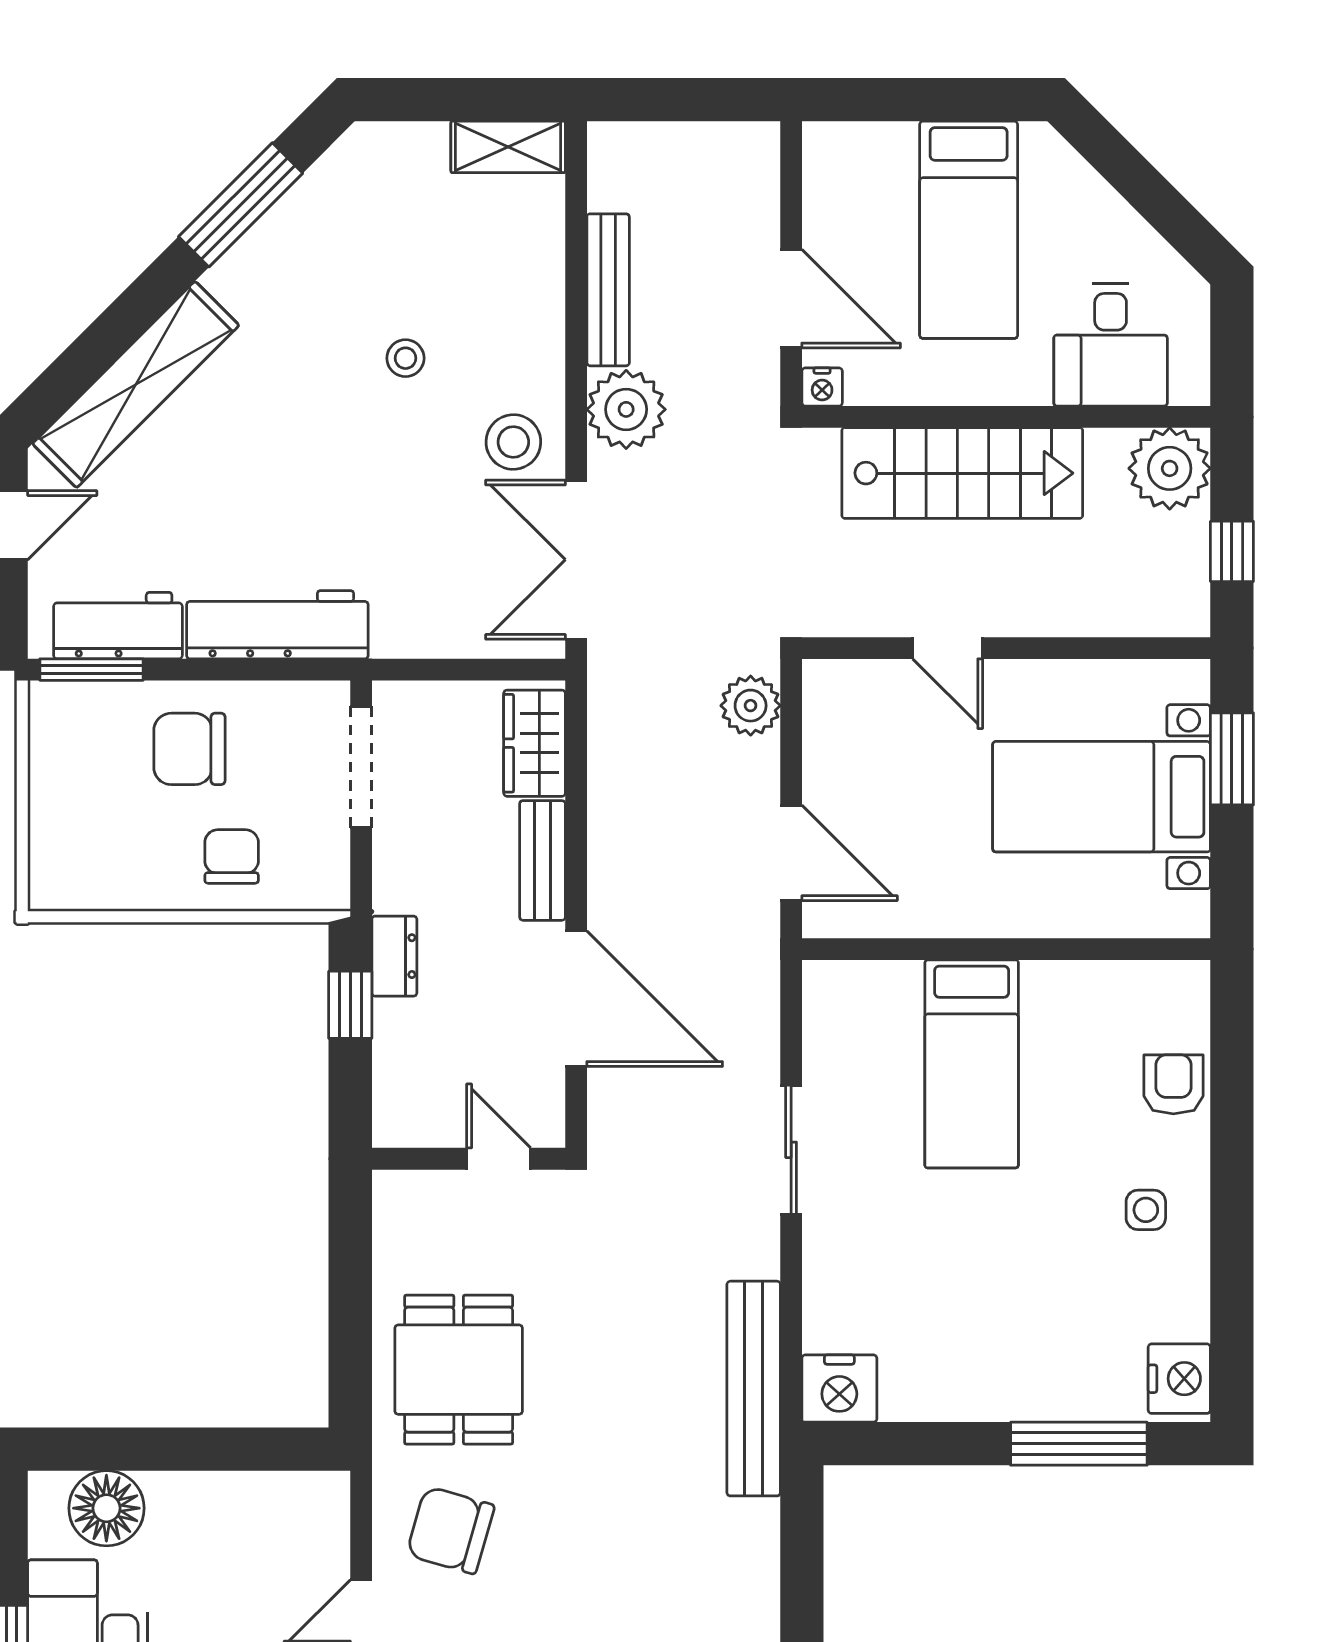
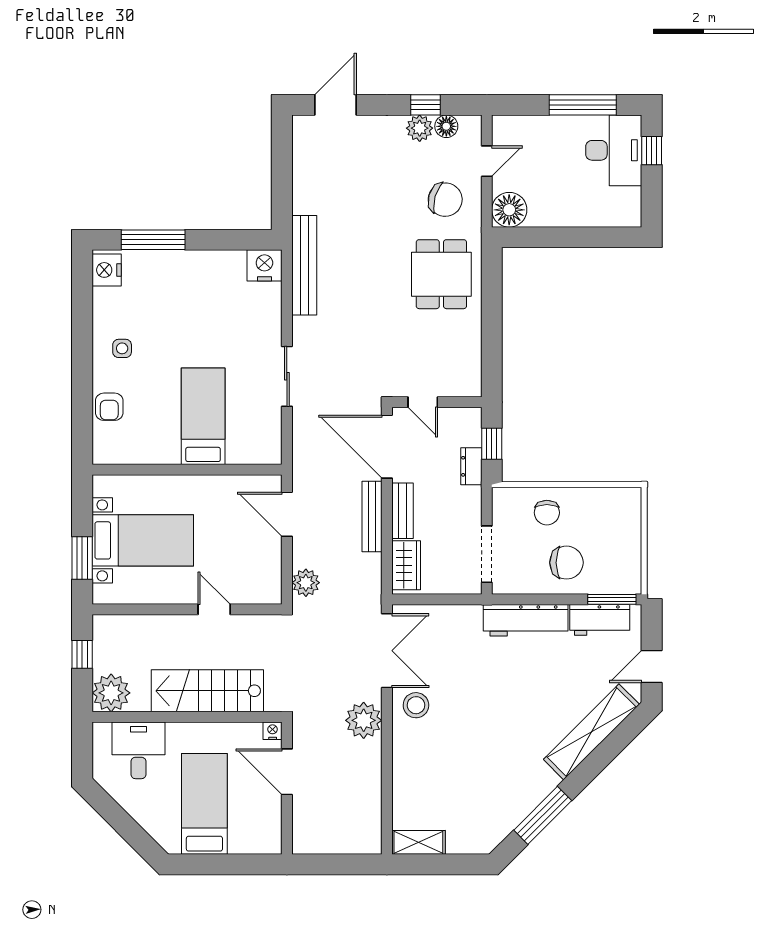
bench: (608, 290) -> (372, 517), moved
stool: (405, 358) -> (466, 744), removed
wall: (469, 1159) -> (437, 402), moved
door: (499, 1159) -> (423, 402), moved
floor lamp: (106, 1508) -> (509, 210), moved

